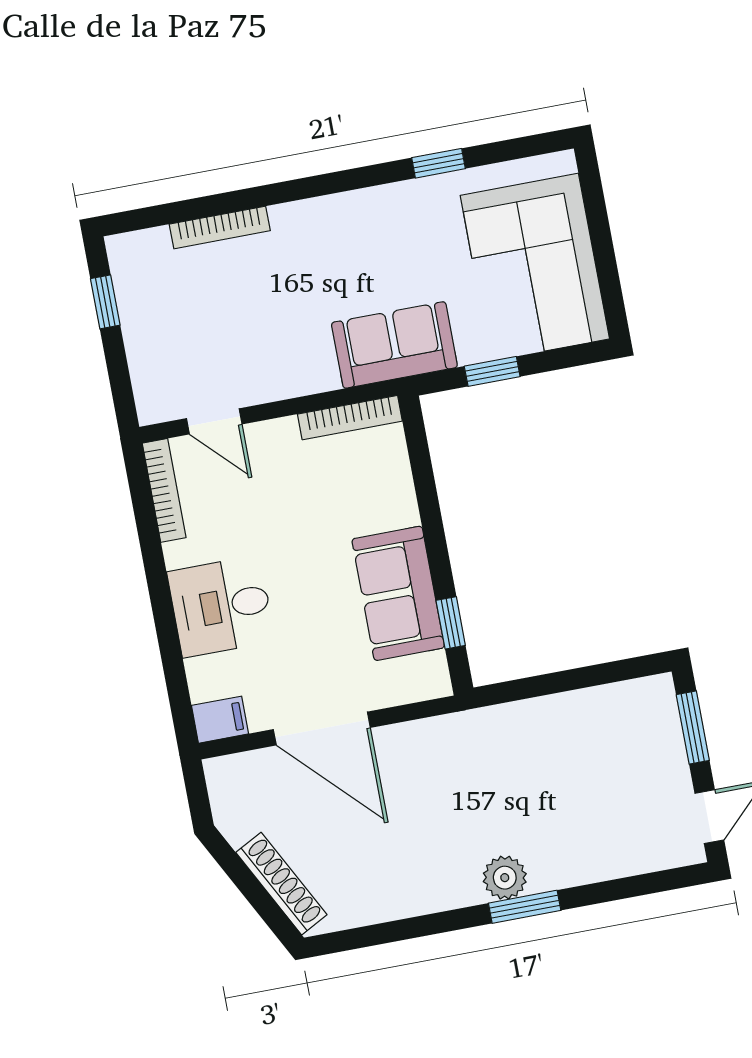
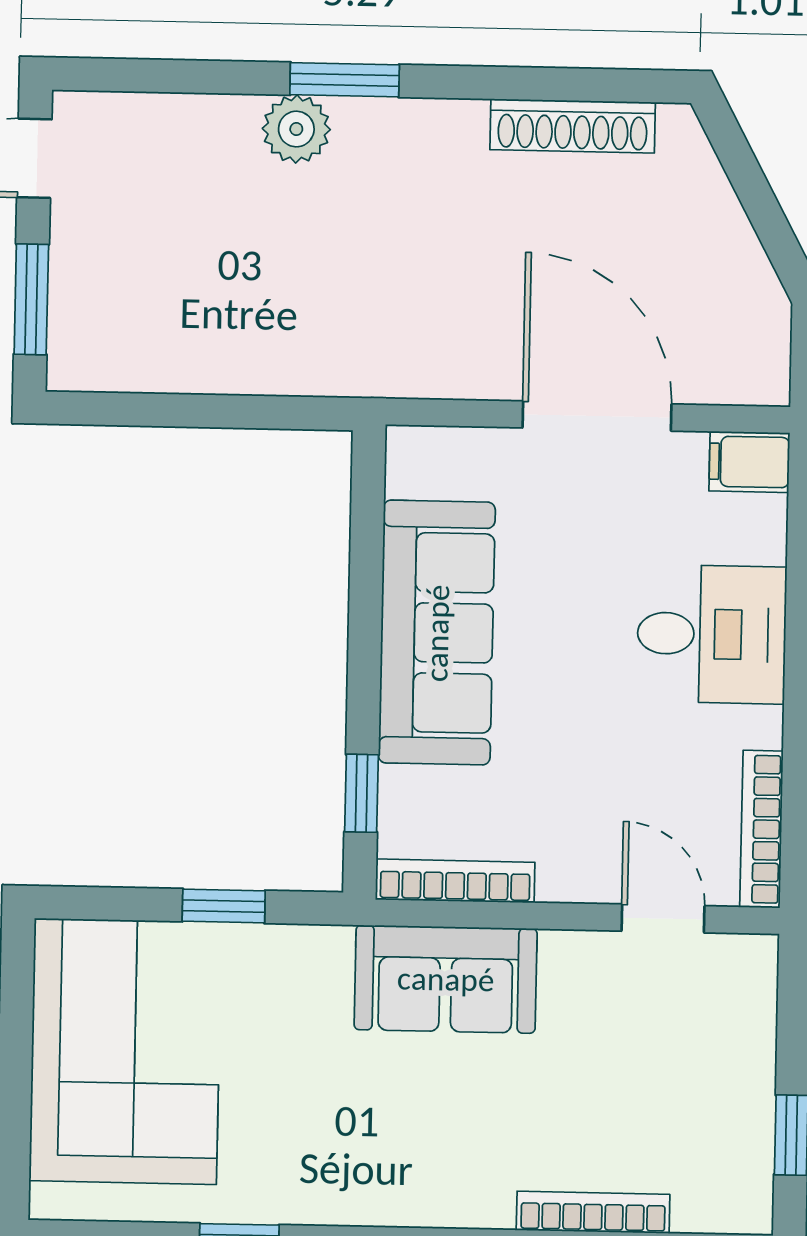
sofa: (394, 345) -> (446, 979), moved
sofa: (398, 593) -> (437, 633), width x1.36
window: (451, 623) -> (362, 793), moved
plant: (505, 878) -> (296, 129), moved
shoe rack: (281, 884) -> (573, 126), moved, turned -62

